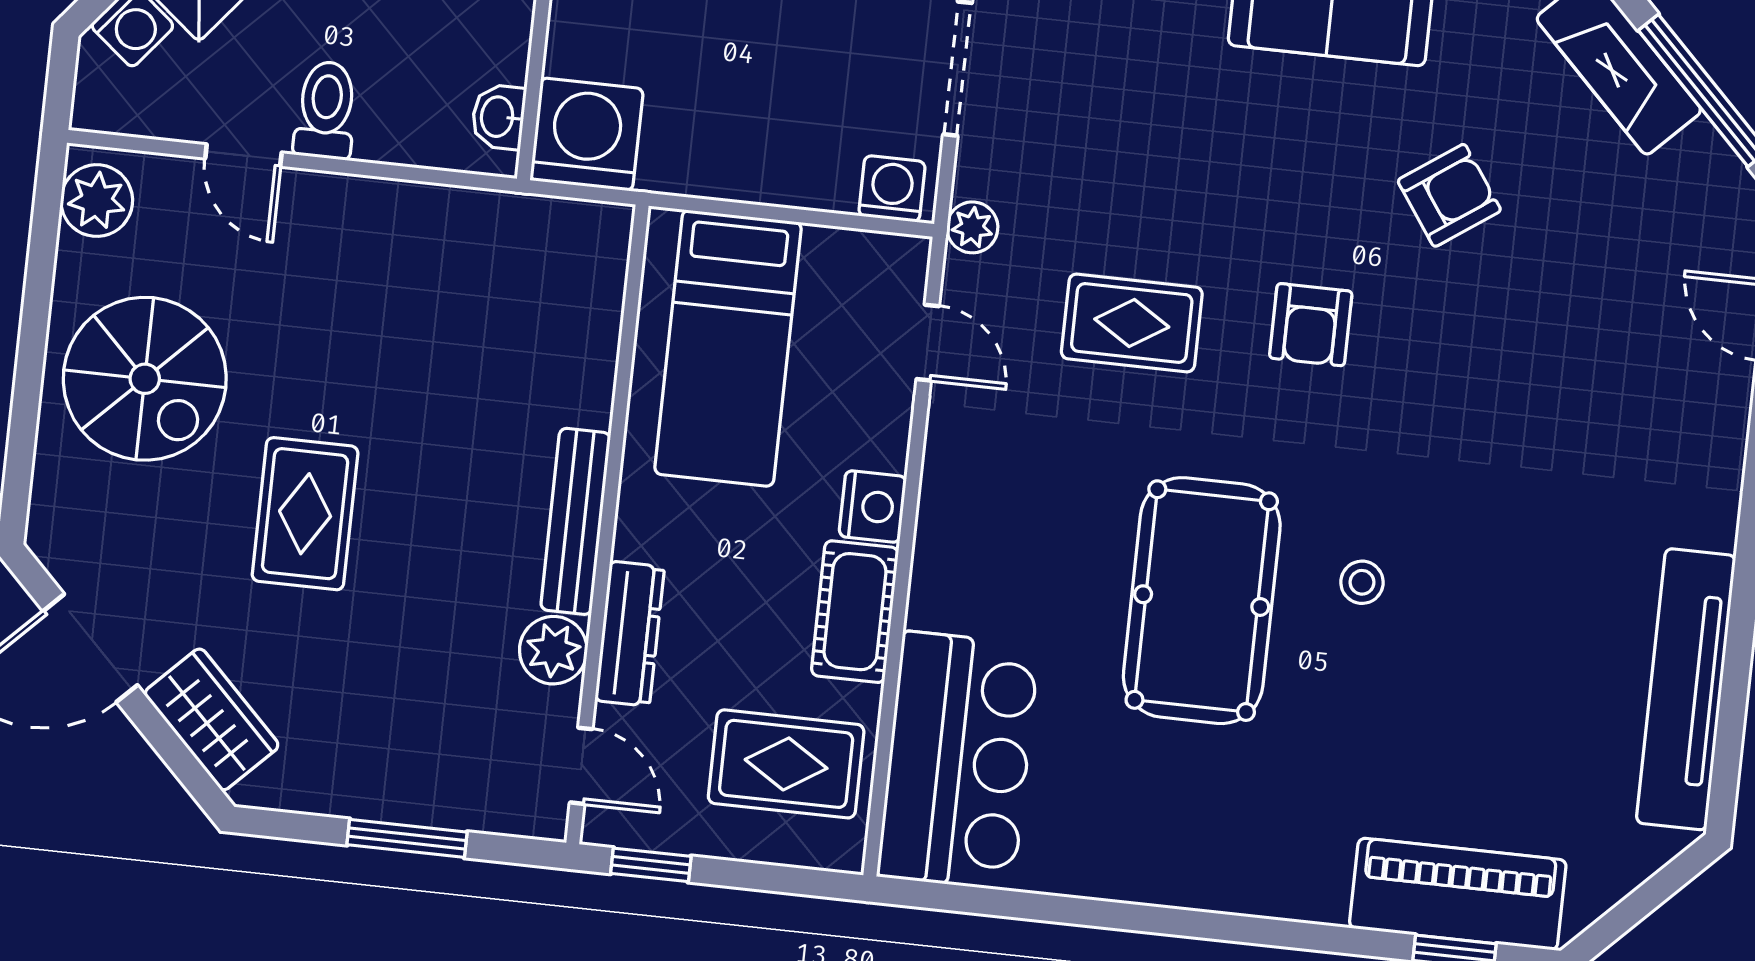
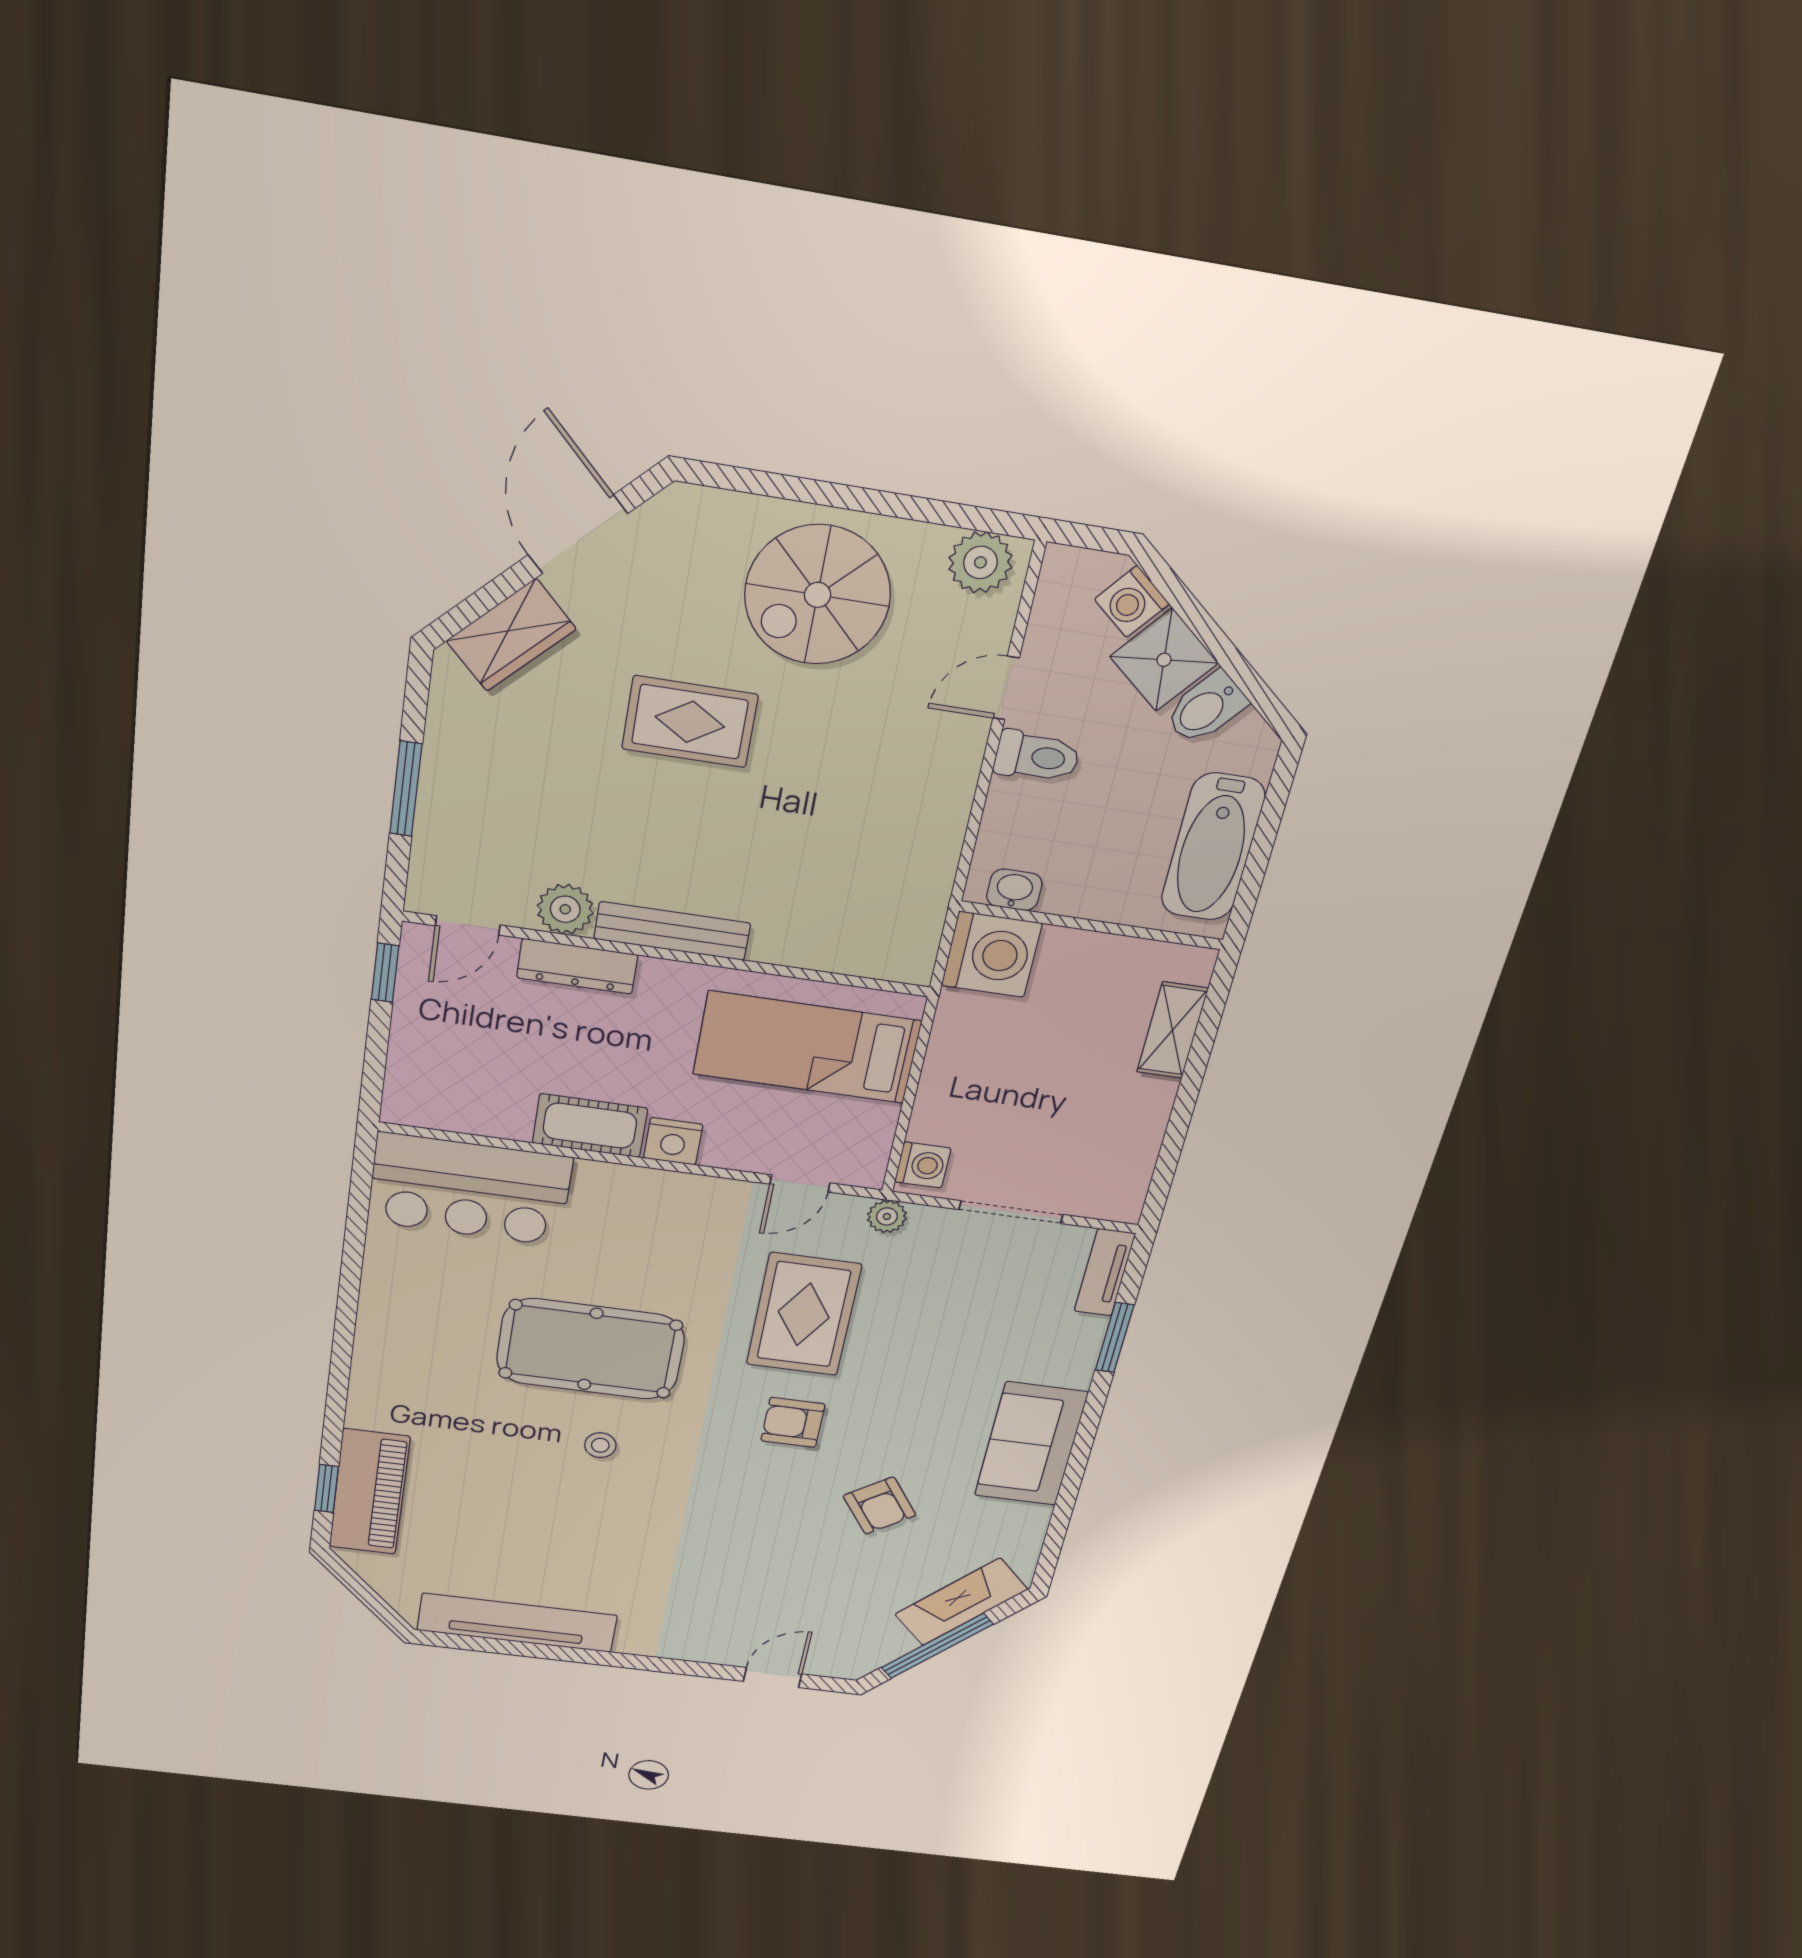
rug: (1132, 323) -> (804, 1314), width x1.36, depth x1.43
rug: (786, 764) -> (468, 1073), removed

